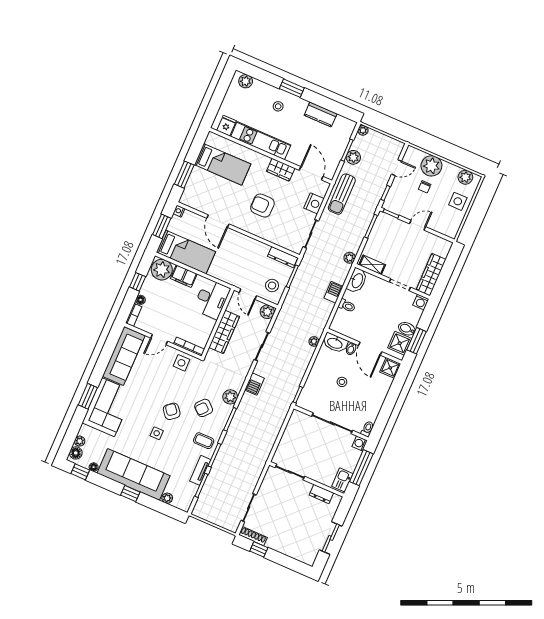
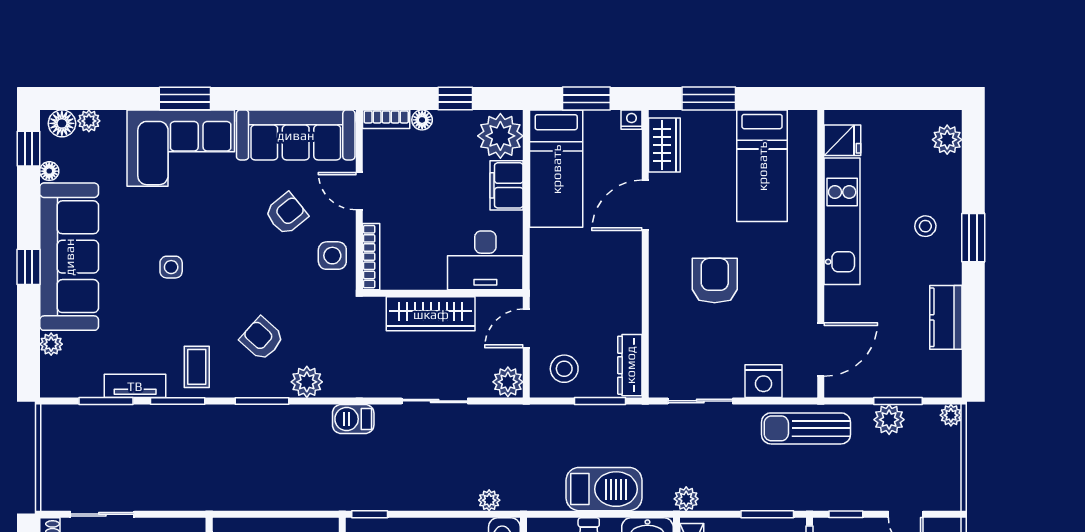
wardrobe: (281, 170) -> (664, 145), moved, turned 180
barbecue: (334, 292) -> (604, 489), width x1.88, depth x1.53
armchair: (172, 411) -> (286, 214), moved

